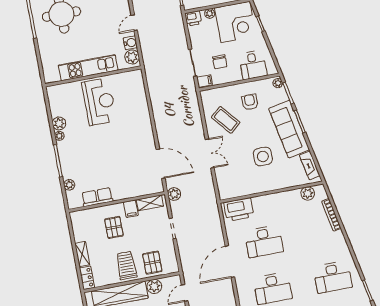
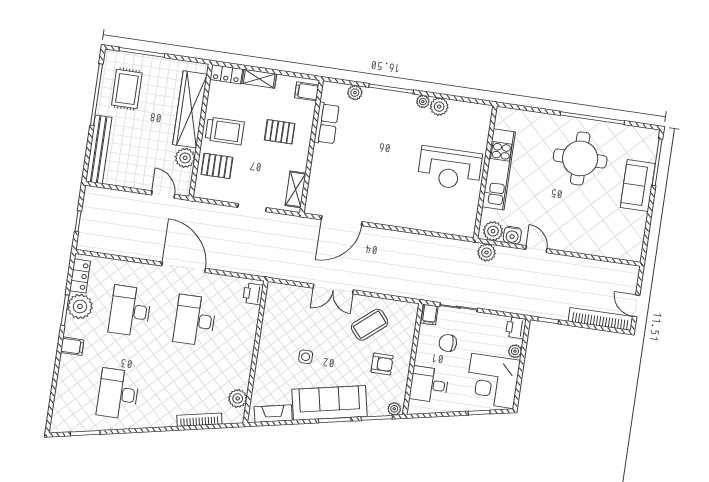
side table: (263, 156) -> (306, 357), width x0.54, depth x0.54
plant: (174, 194) -> (487, 252), moved
filing cabinet: (131, 209) -> (307, 91), moved
printer: (239, 209) -> (253, 294), width x0.53, depth x0.68

